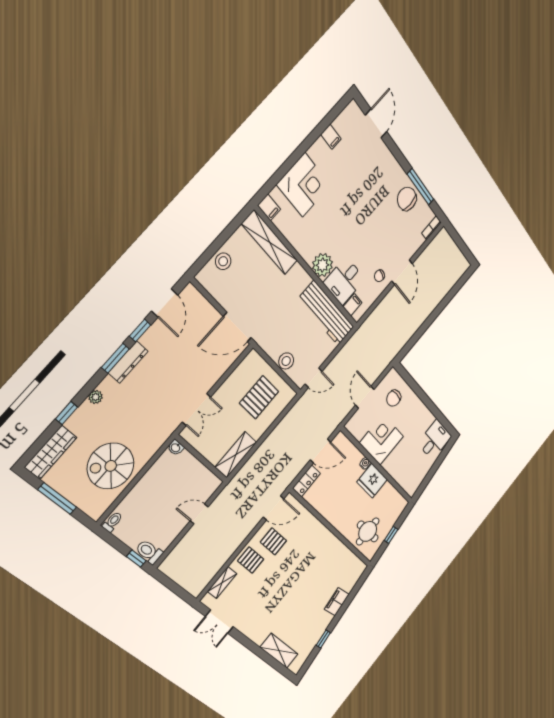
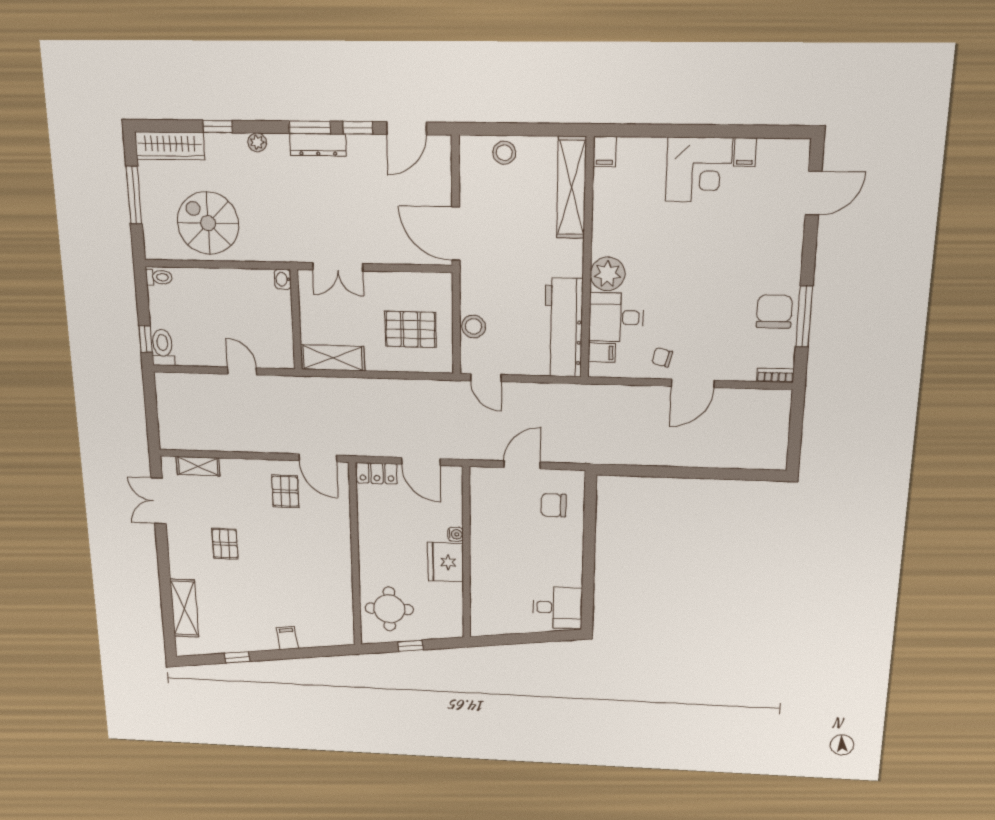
corner desk: (304, 185) -> (699, 170), moved
corner desk: (382, 440) -> (498, 532), removed
pallet: (251, 560) -> (225, 544), moved
filing cabinet: (337, 602) -> (287, 638), width x0.50

